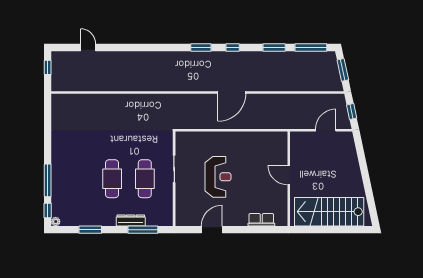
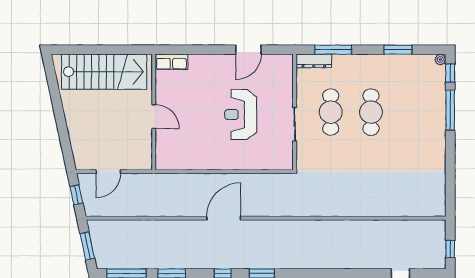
dresser: (131, 220) -> (314, 61), moved
row of seats: (261, 220) -> (171, 62), moved

